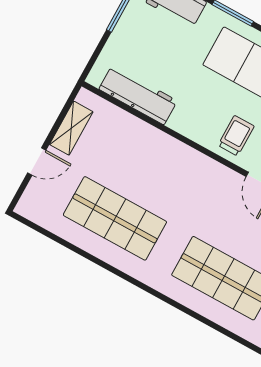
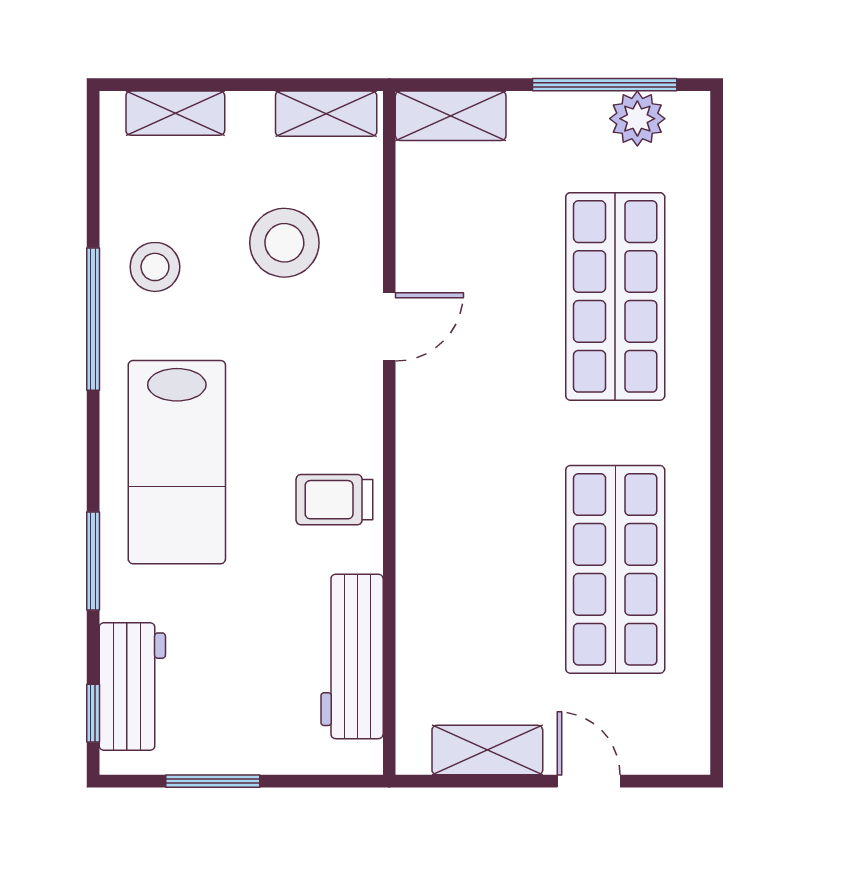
trolley: (236, 136) -> (334, 500), moved

